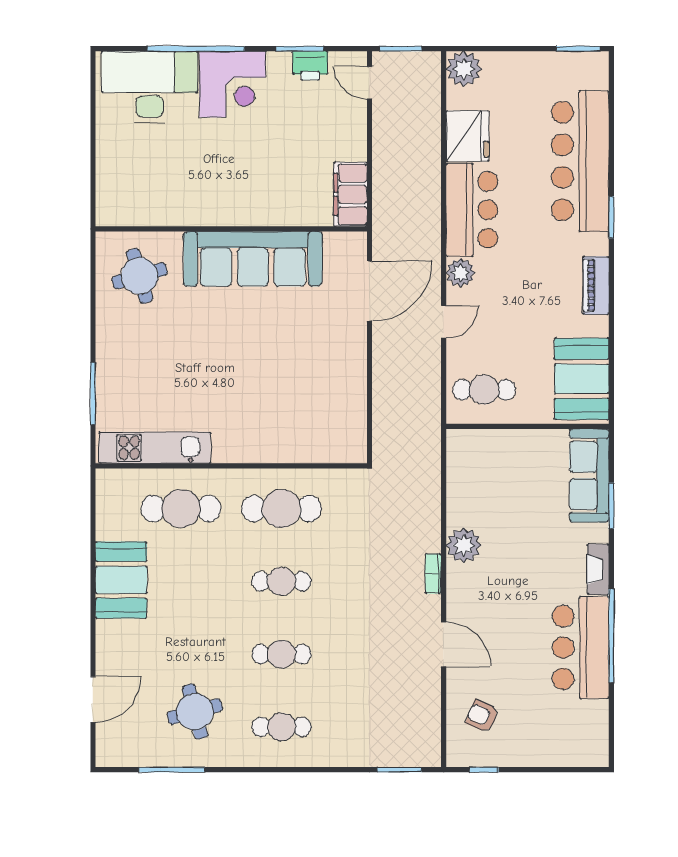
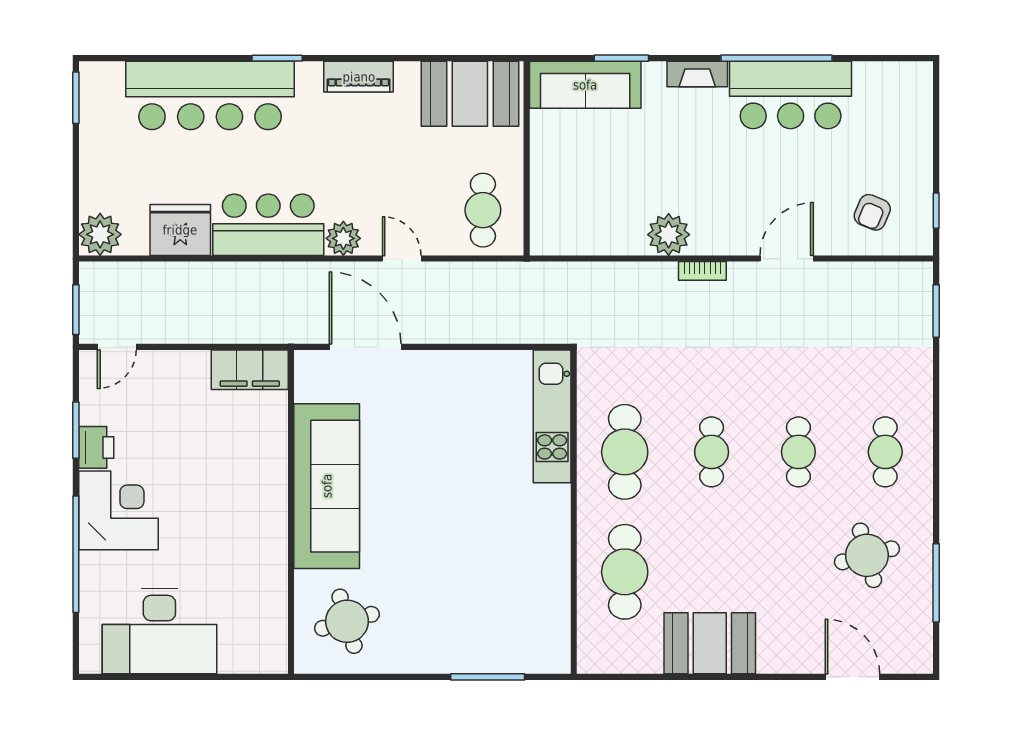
printer: (310, 66) -> (96, 447), moved
desk: (150, 87) -> (159, 631), moved, turned -90
kitchen unit: (155, 448) -> (552, 416), moved

